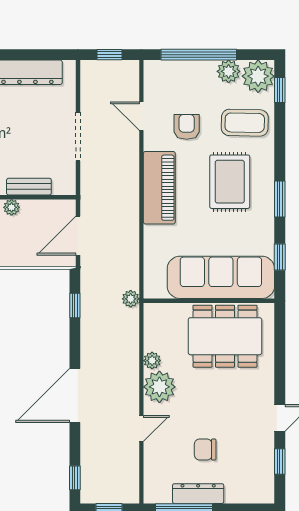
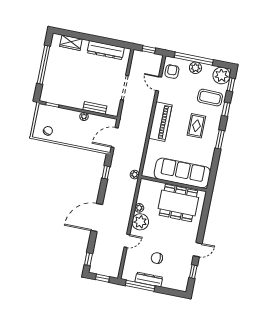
plant: (229, 71) -> (195, 68), moved
armchair: (187, 127) -> (172, 72), moved
rug: (230, 182) -> (196, 126), width x0.73, depth x0.70
window: (280, 257) -> (226, 109), moved

